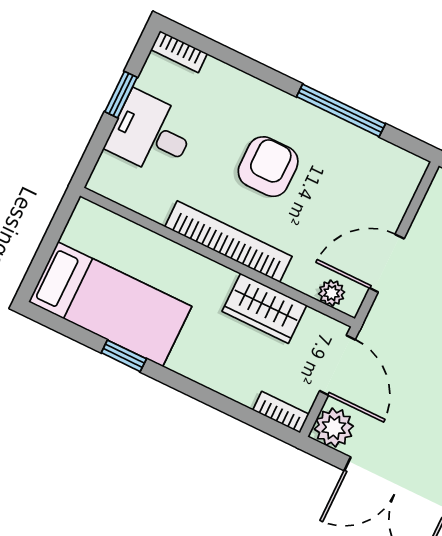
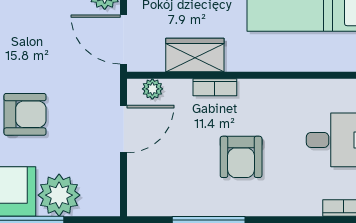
bookcase: (228, 242) -> (215, 87), width x0.43, depth x0.76

